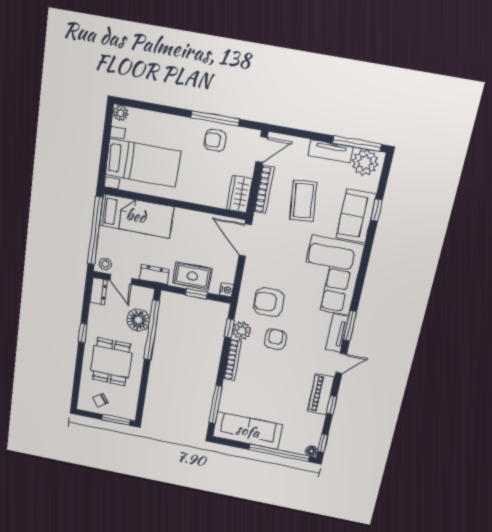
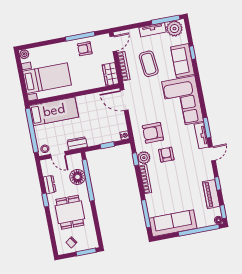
rug: (192, 276) -> (101, 135), removed
dresser: (99, 291) -> (50, 185), moved
piano: (321, 394) -> (211, 194), moved

